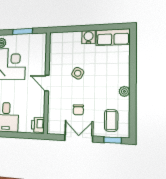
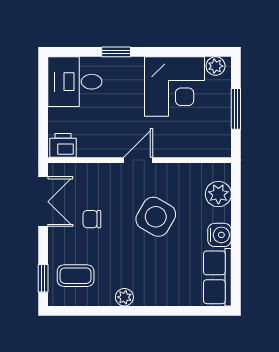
plant: (66, 39) -> (218, 194), added
side table: (78, 73) -> (156, 217), width x1.87, depth x1.87
double door: (79, 138) -> (43, 202), moved

